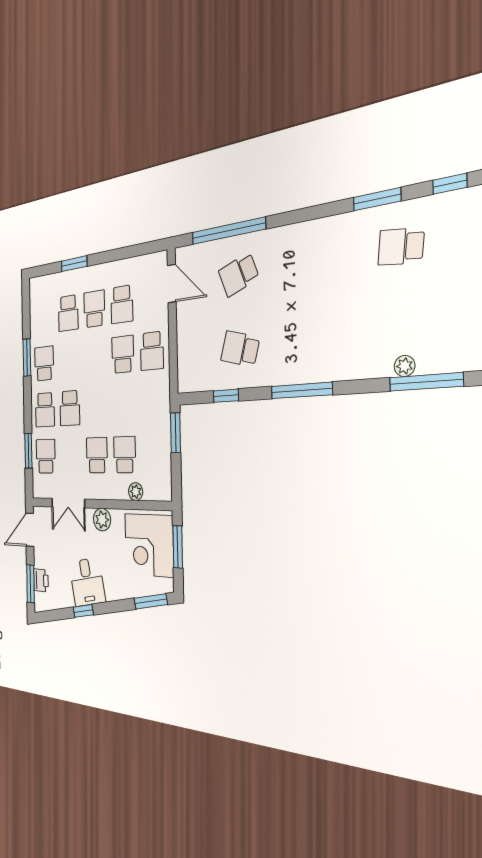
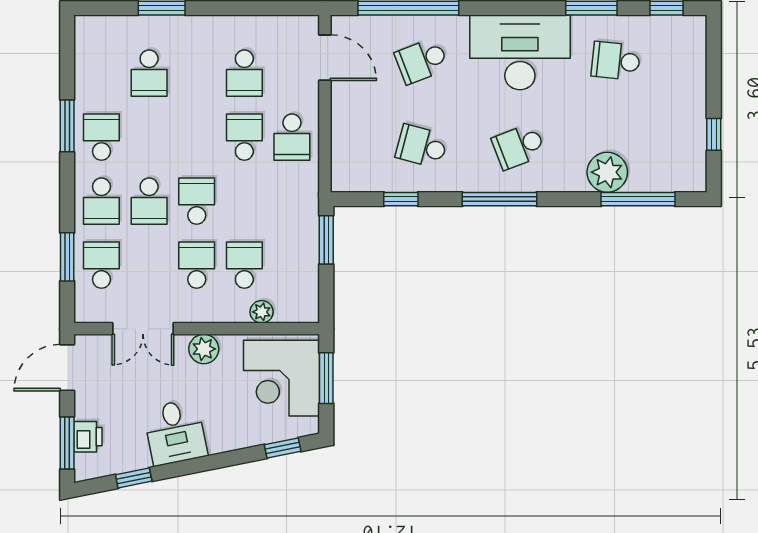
desk: (315, 253) -> (520, 52), added
school desk: (94, 309) -> (197, 201), moved
school desk: (316, 341) -> (519, 146), added
plant: (405, 366) -> (607, 172), width x1.88, depth x1.88
window: (151, 601) -> (283, 448), width x0.67
window: (83, 611) -> (134, 478), moved

